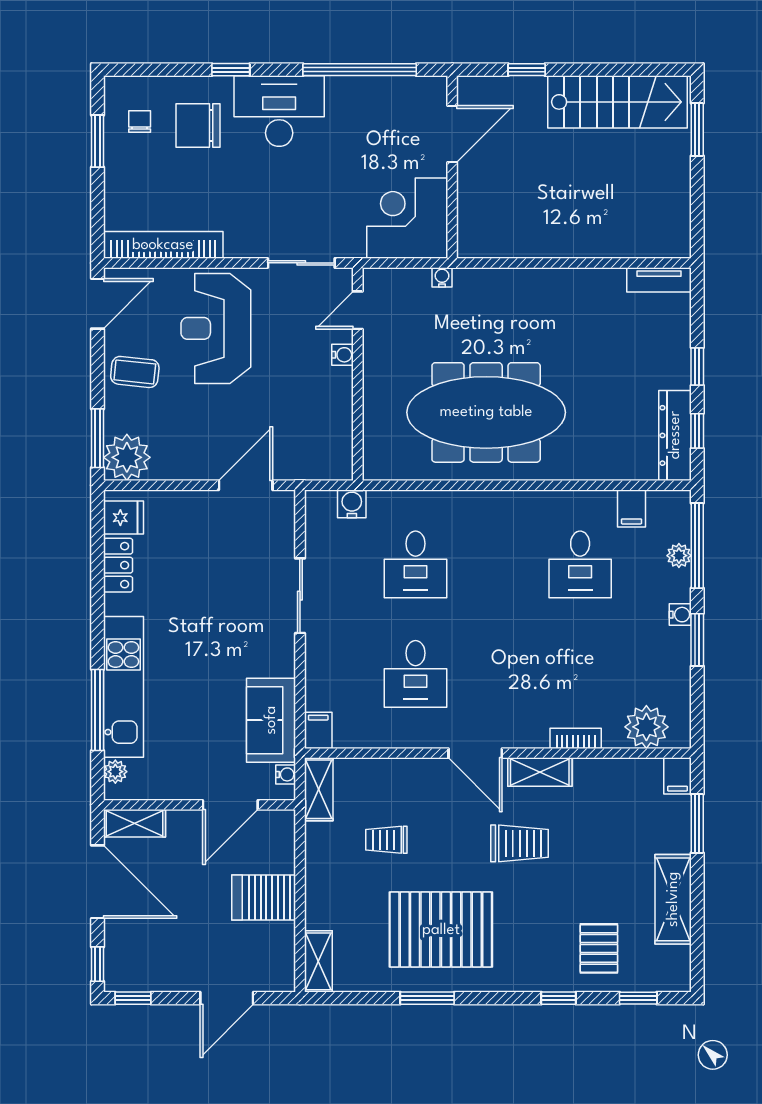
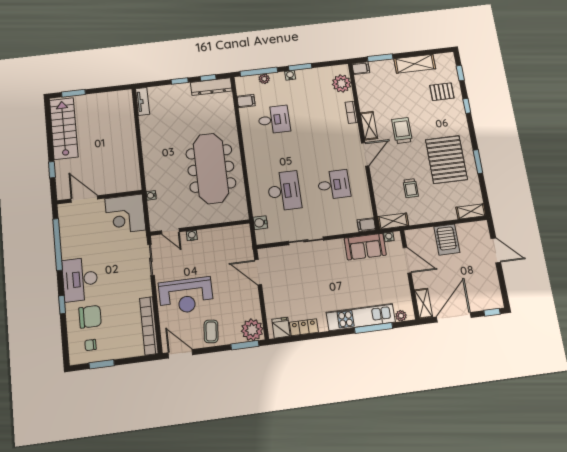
chair: (198, 125) -> (90, 317), turned -90
desk: (416, 564) -> (284, 191), width x1.37
window: (133, 998) -> (504, 293), removed

